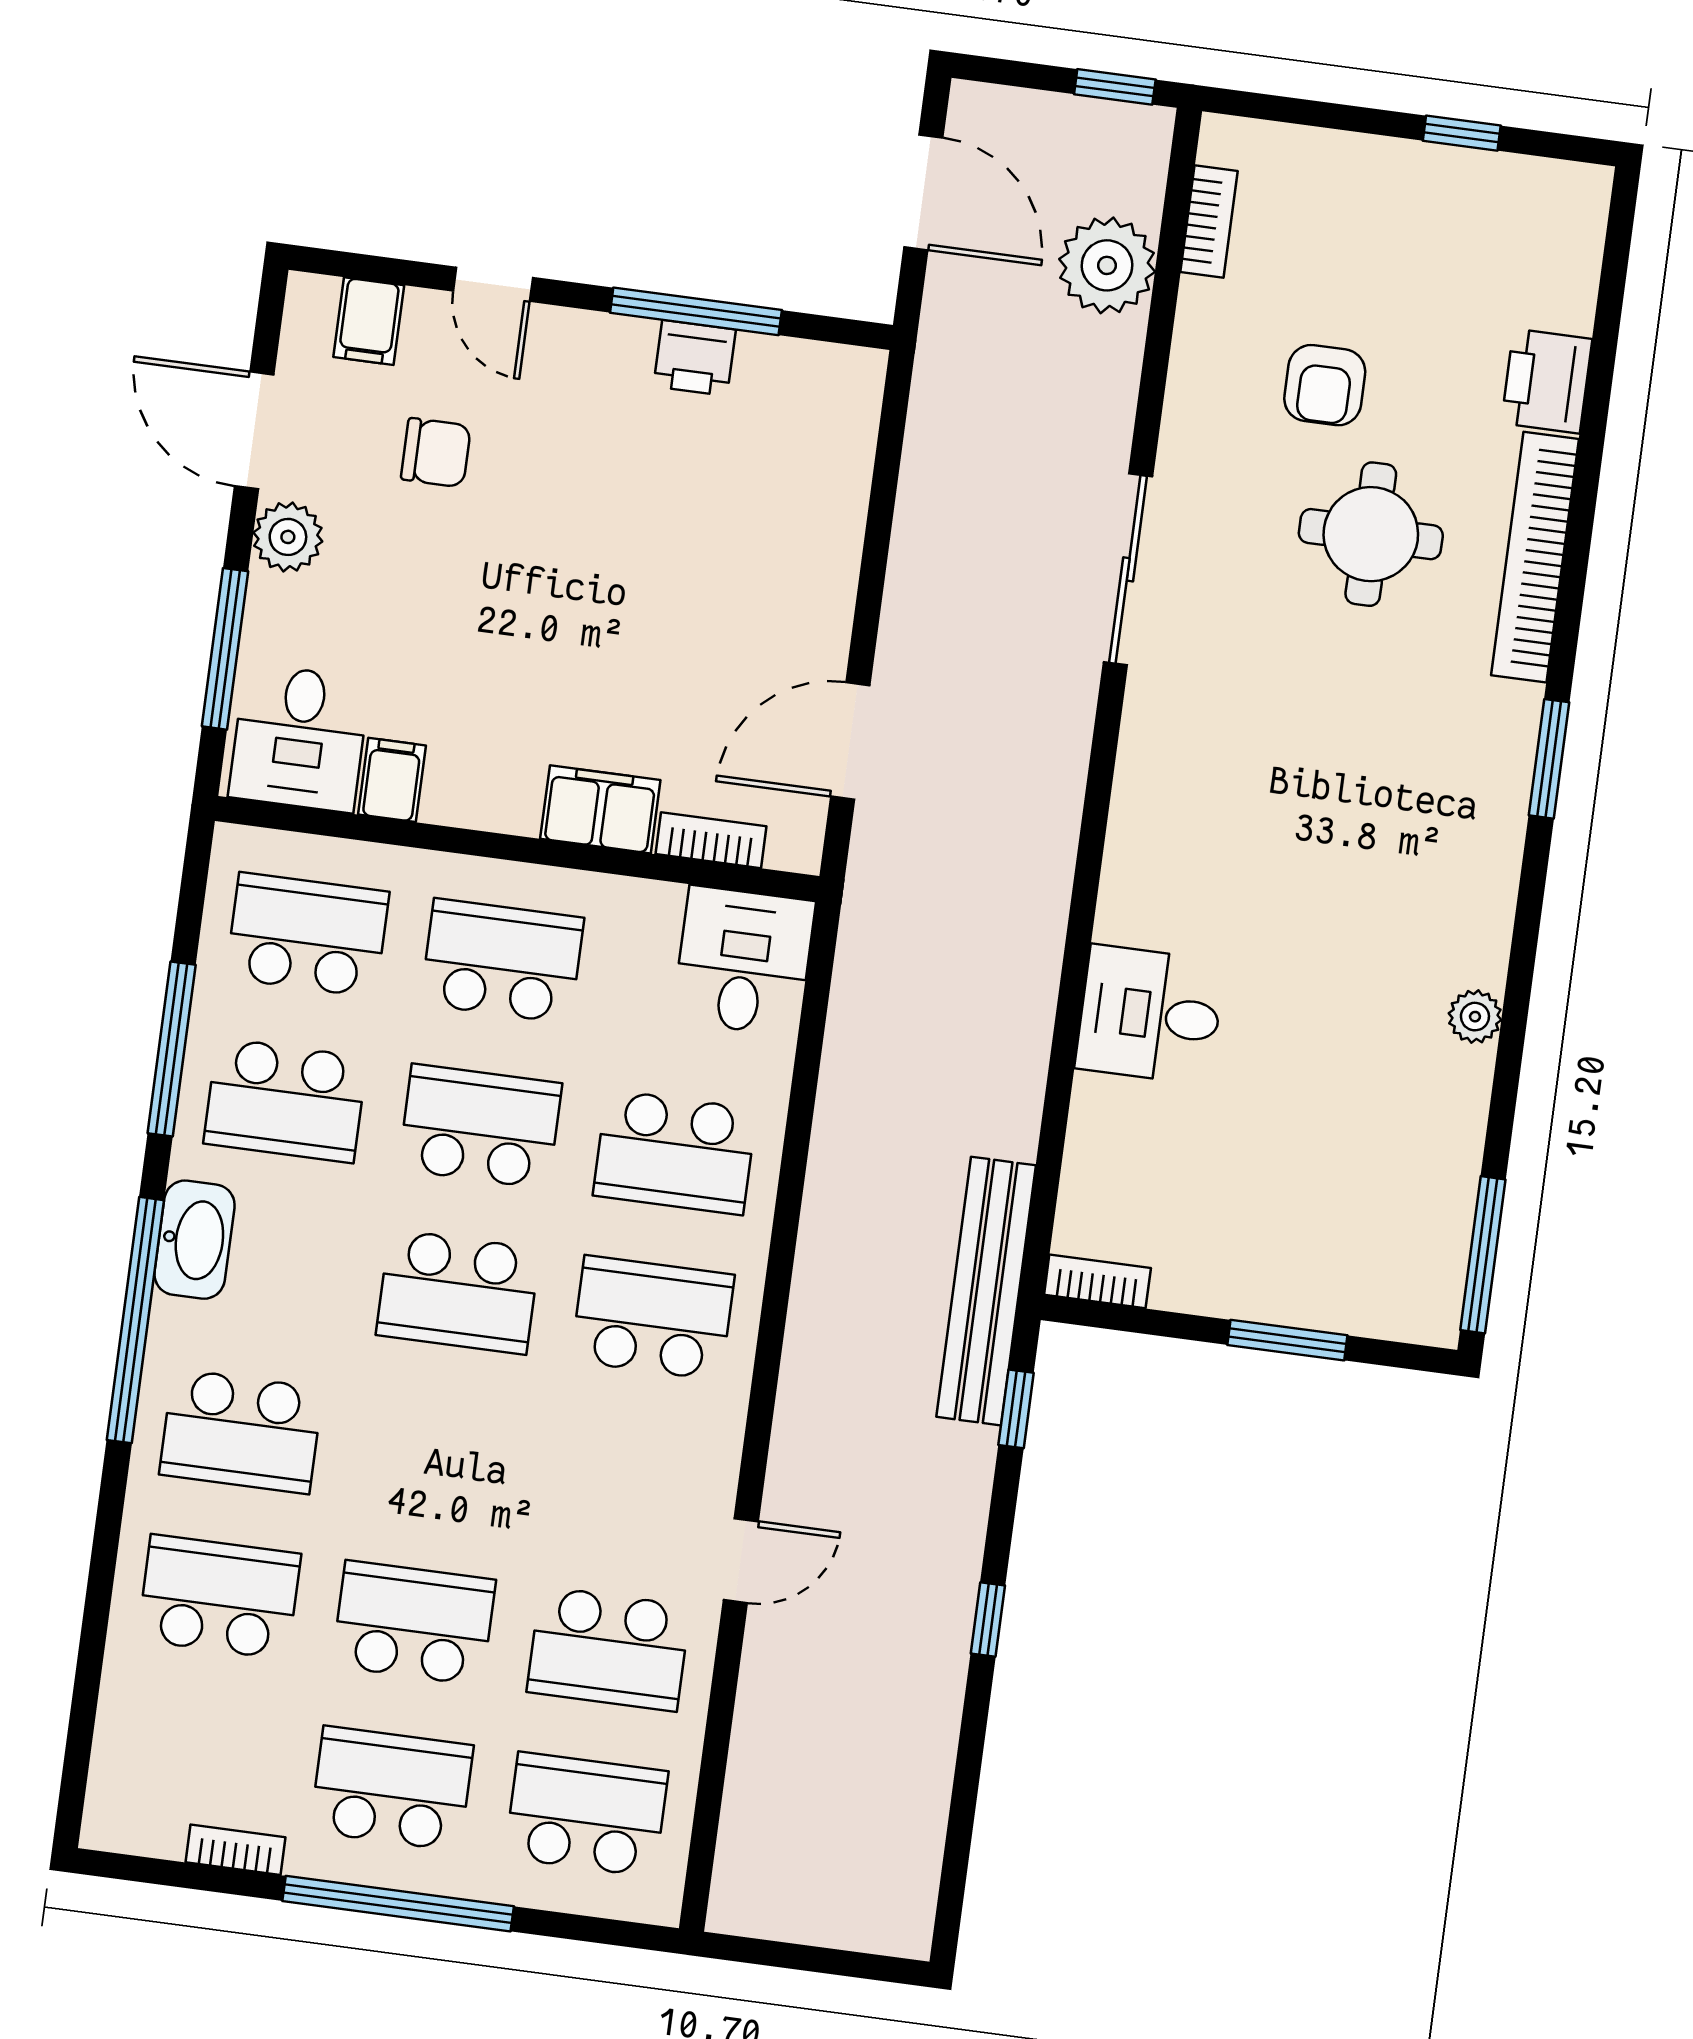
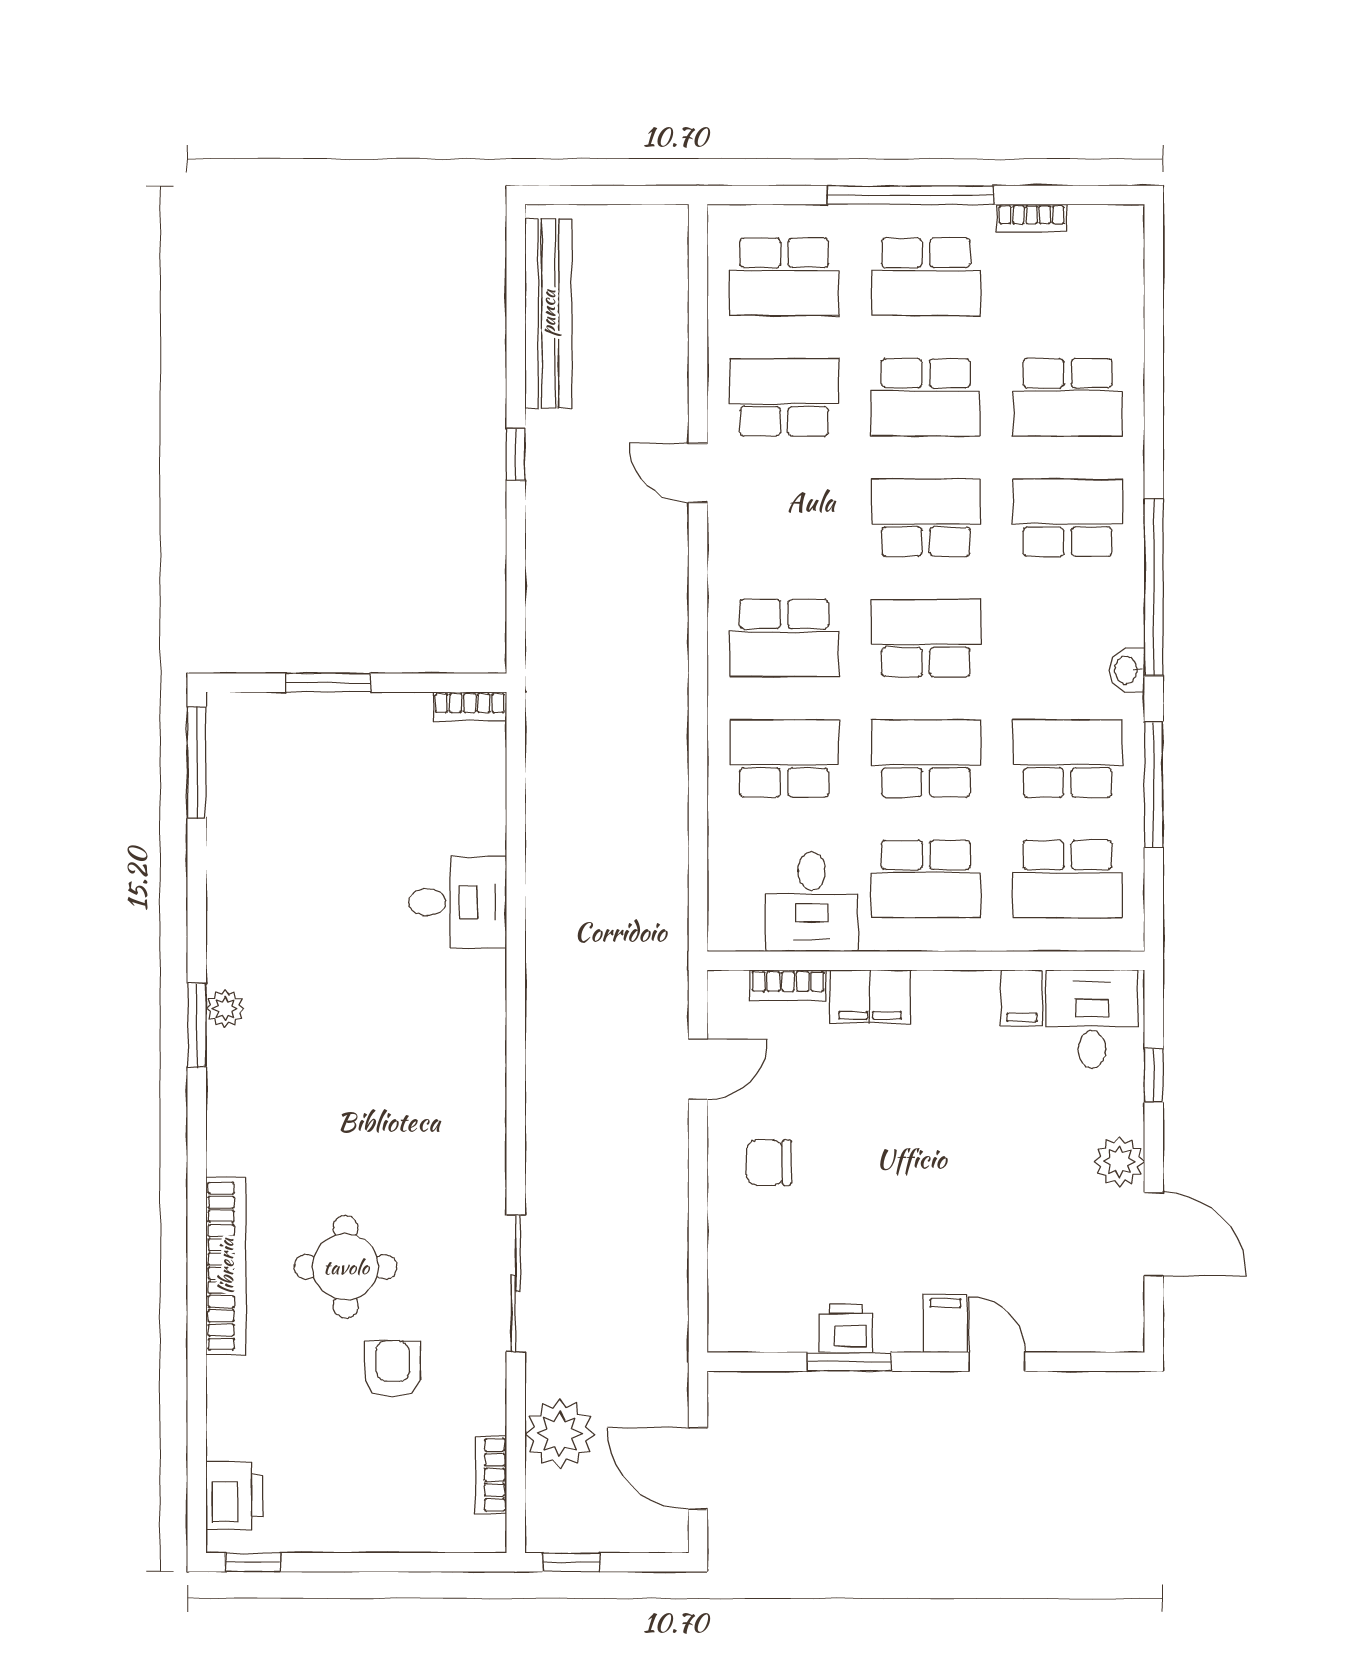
window: (1462, 133) -> (253, 1562), moved
window: (696, 311) -> (849, 1362), width x0.69
filing cabinet: (369, 321) -> (945, 1323), moved
printer: (1547, 381) -> (234, 1496), moved
chair: (436, 453) -> (769, 1162), moved
sliding door: (1128, 569) -> (516, 1283), moved
window: (225, 649) -> (1154, 1076), width x0.46
door: (850, 741) -> (698, 1069), width x0.73
window: (1549, 759) -> (197, 1025), moved
desk: (744, 961) -> (812, 902), moved
plant: (1475, 1017) -> (225, 1009), moved
school desk: (480, 1126) -> (926, 759), turned 180
washbasin: (195, 1240) -> (1127, 670), width x0.52, depth x0.69
bench: (986, 1291) -> (548, 313), moved
window: (1016, 1409) -> (516, 608), removed
school desk: (436, 1457) -> (926, 518), added
door: (741, 1561) -> (698, 473), hinge flipped

